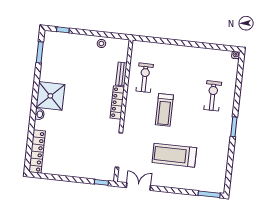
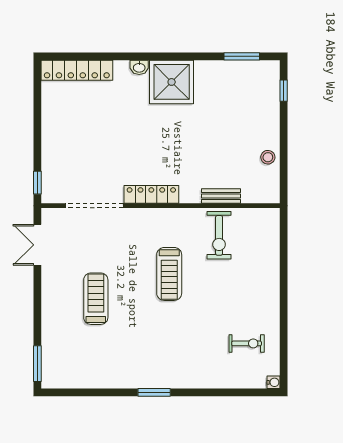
exercise bike: (145, 78) -> (219, 235), turned 90
exercise bike: (213, 96) -> (247, 343), moved, width x0.73, depth x0.72
locker: (117, 103) -> (151, 194), moved
treadmill: (164, 110) -> (169, 274), turned -90
treadmill: (174, 155) -> (96, 299), width x0.73, depth x0.73
double door: (138, 186) -> (37, 245), swing flipped

